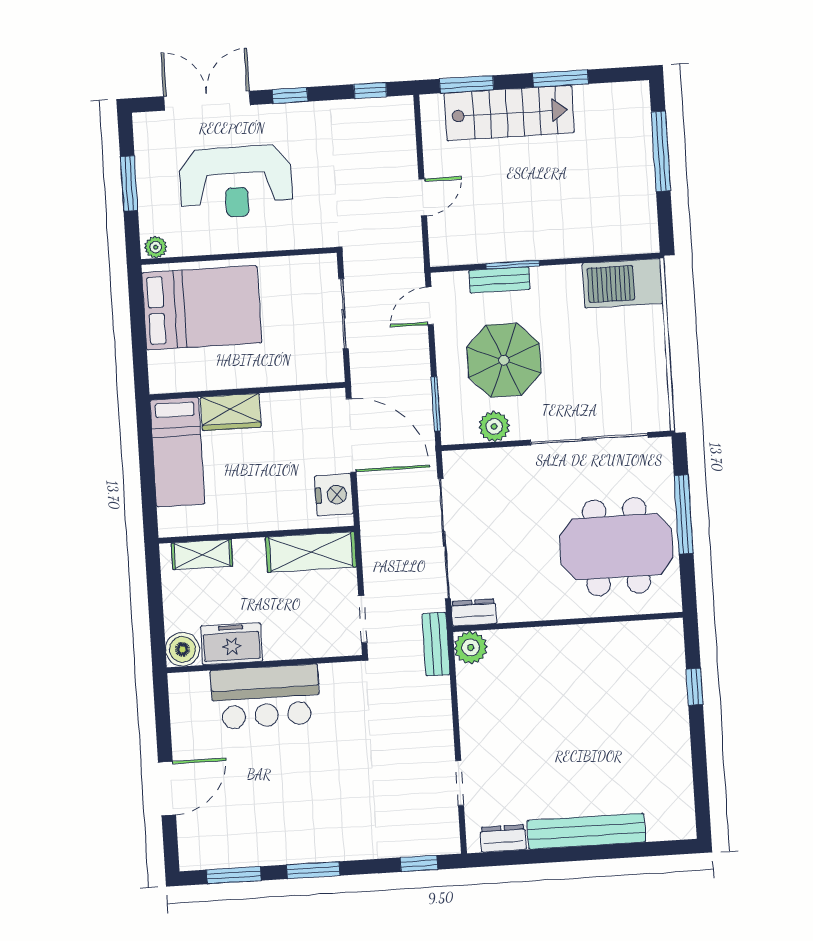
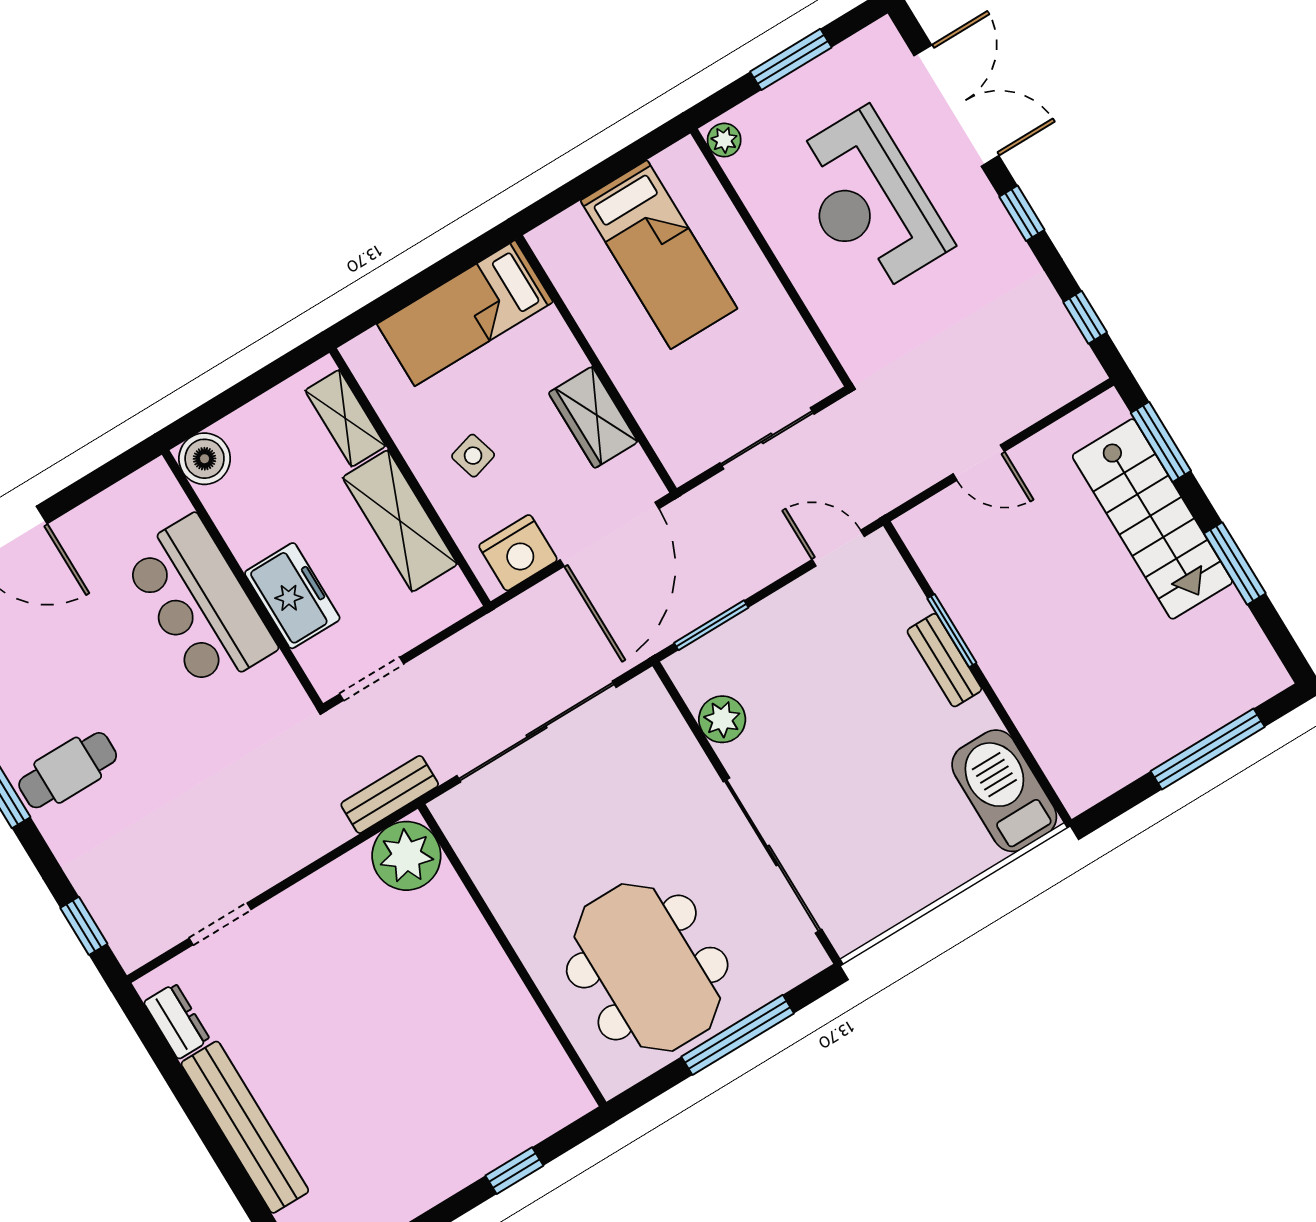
bench: (499, 280) -> (944, 660), moved
bed: (202, 308) -> (659, 254), width x0.67
parasol: (504, 360) -> (818, 686), removed
wardrobe: (231, 412) -> (593, 417), moved
side table: (263, 491) -> (473, 456), added
shelving: (311, 552) -> (400, 521), moved
dresser: (474, 612) -> (459, 823), removed
freezer: (232, 644) -> (292, 596), moved
plant: (471, 648) -> (406, 856), width x1.36, depth x1.36
cafe table: (323, 825) -> (68, 770), added

